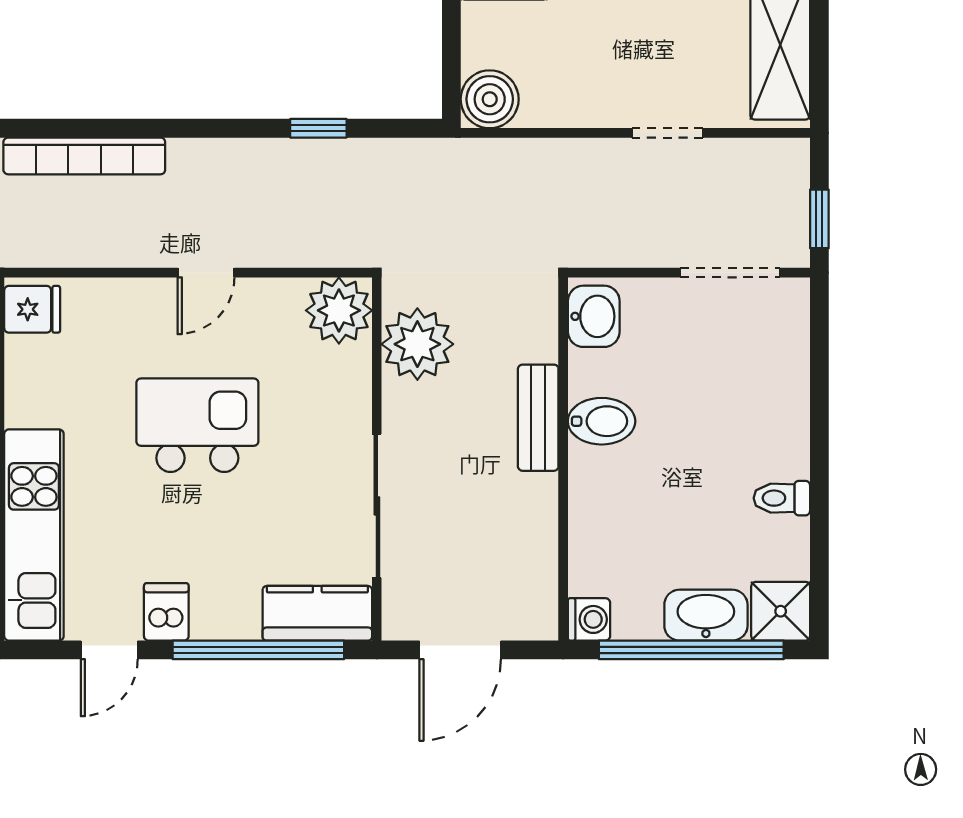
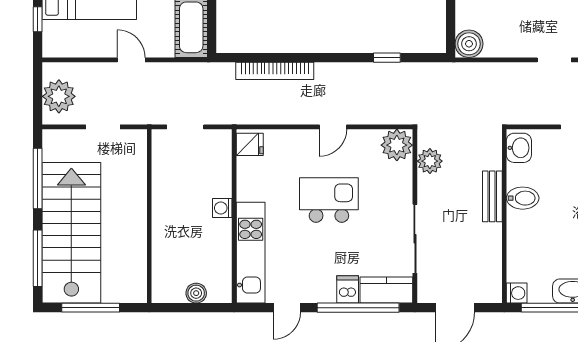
plant: (417, 344) -> (430, 161), width x0.73, depth x0.73
dishwasher: (166, 612) -> (348, 289), moved

